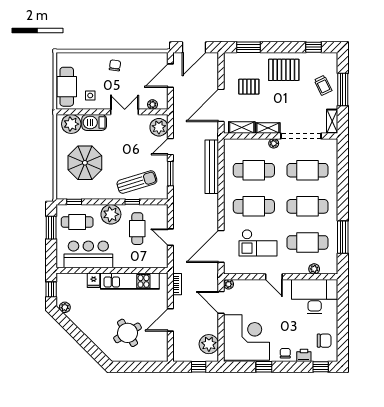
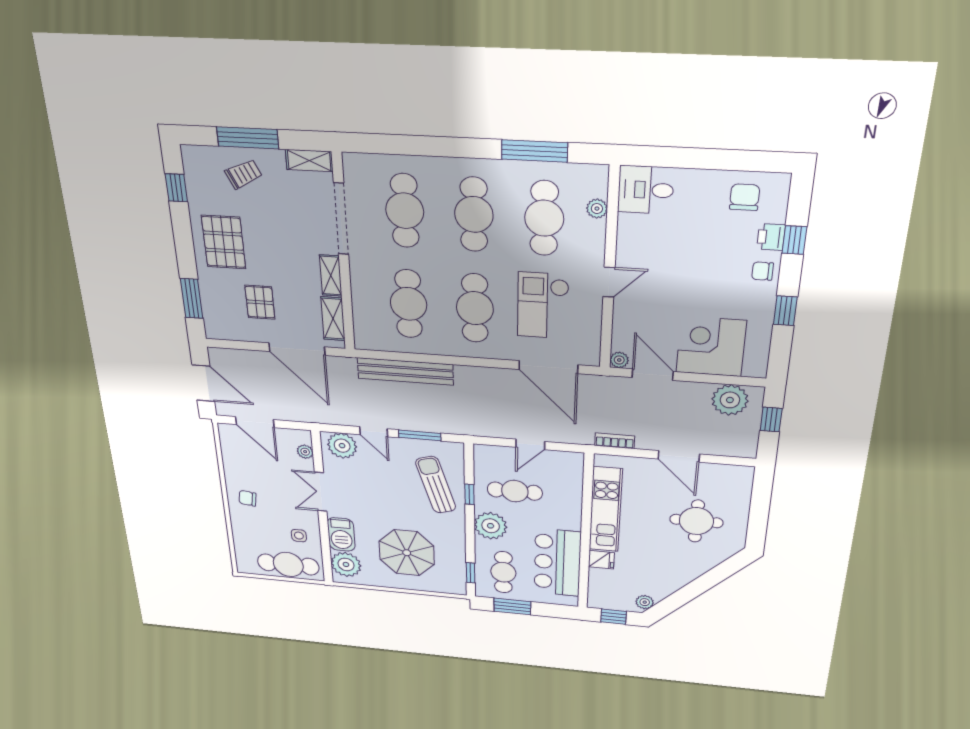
plant: (274, 143) -> (358, 267), removed
checkout: (258, 243) -> (543, 306), turned 180
desk: (315, 297) -> (646, 190), width x0.53, depth x0.77
door: (221, 302) -> (653, 375), swing flipped
round table: (128, 333) -> (696, 521), turned 31
corner desk: (246, 338) -> (711, 347), width x0.74, depth x0.74
window: (321, 367) -> (794, 240), moved

